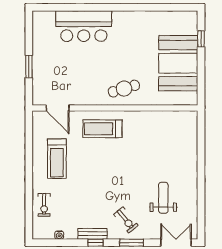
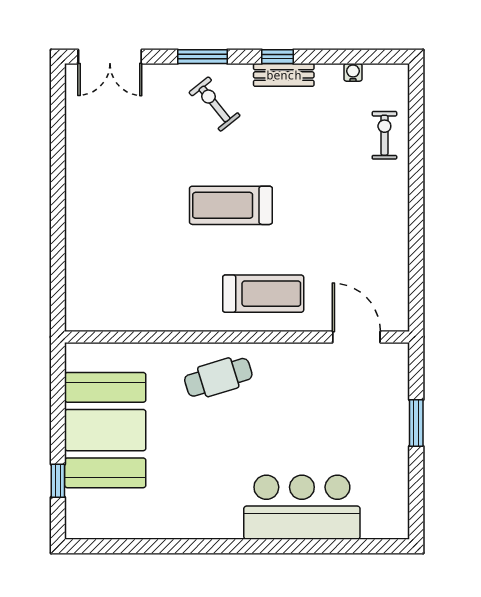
treadmill: (57, 159) -> (231, 205), moved, turned -90
weight bench: (163, 198) -> (136, 150), removed

